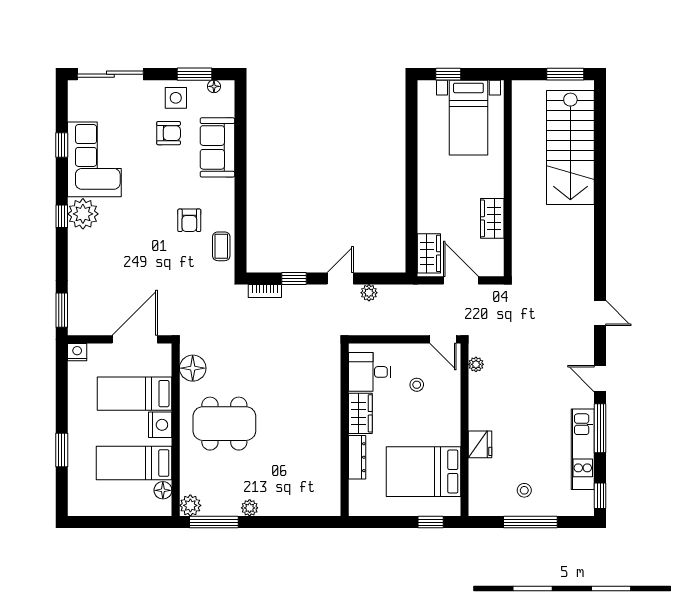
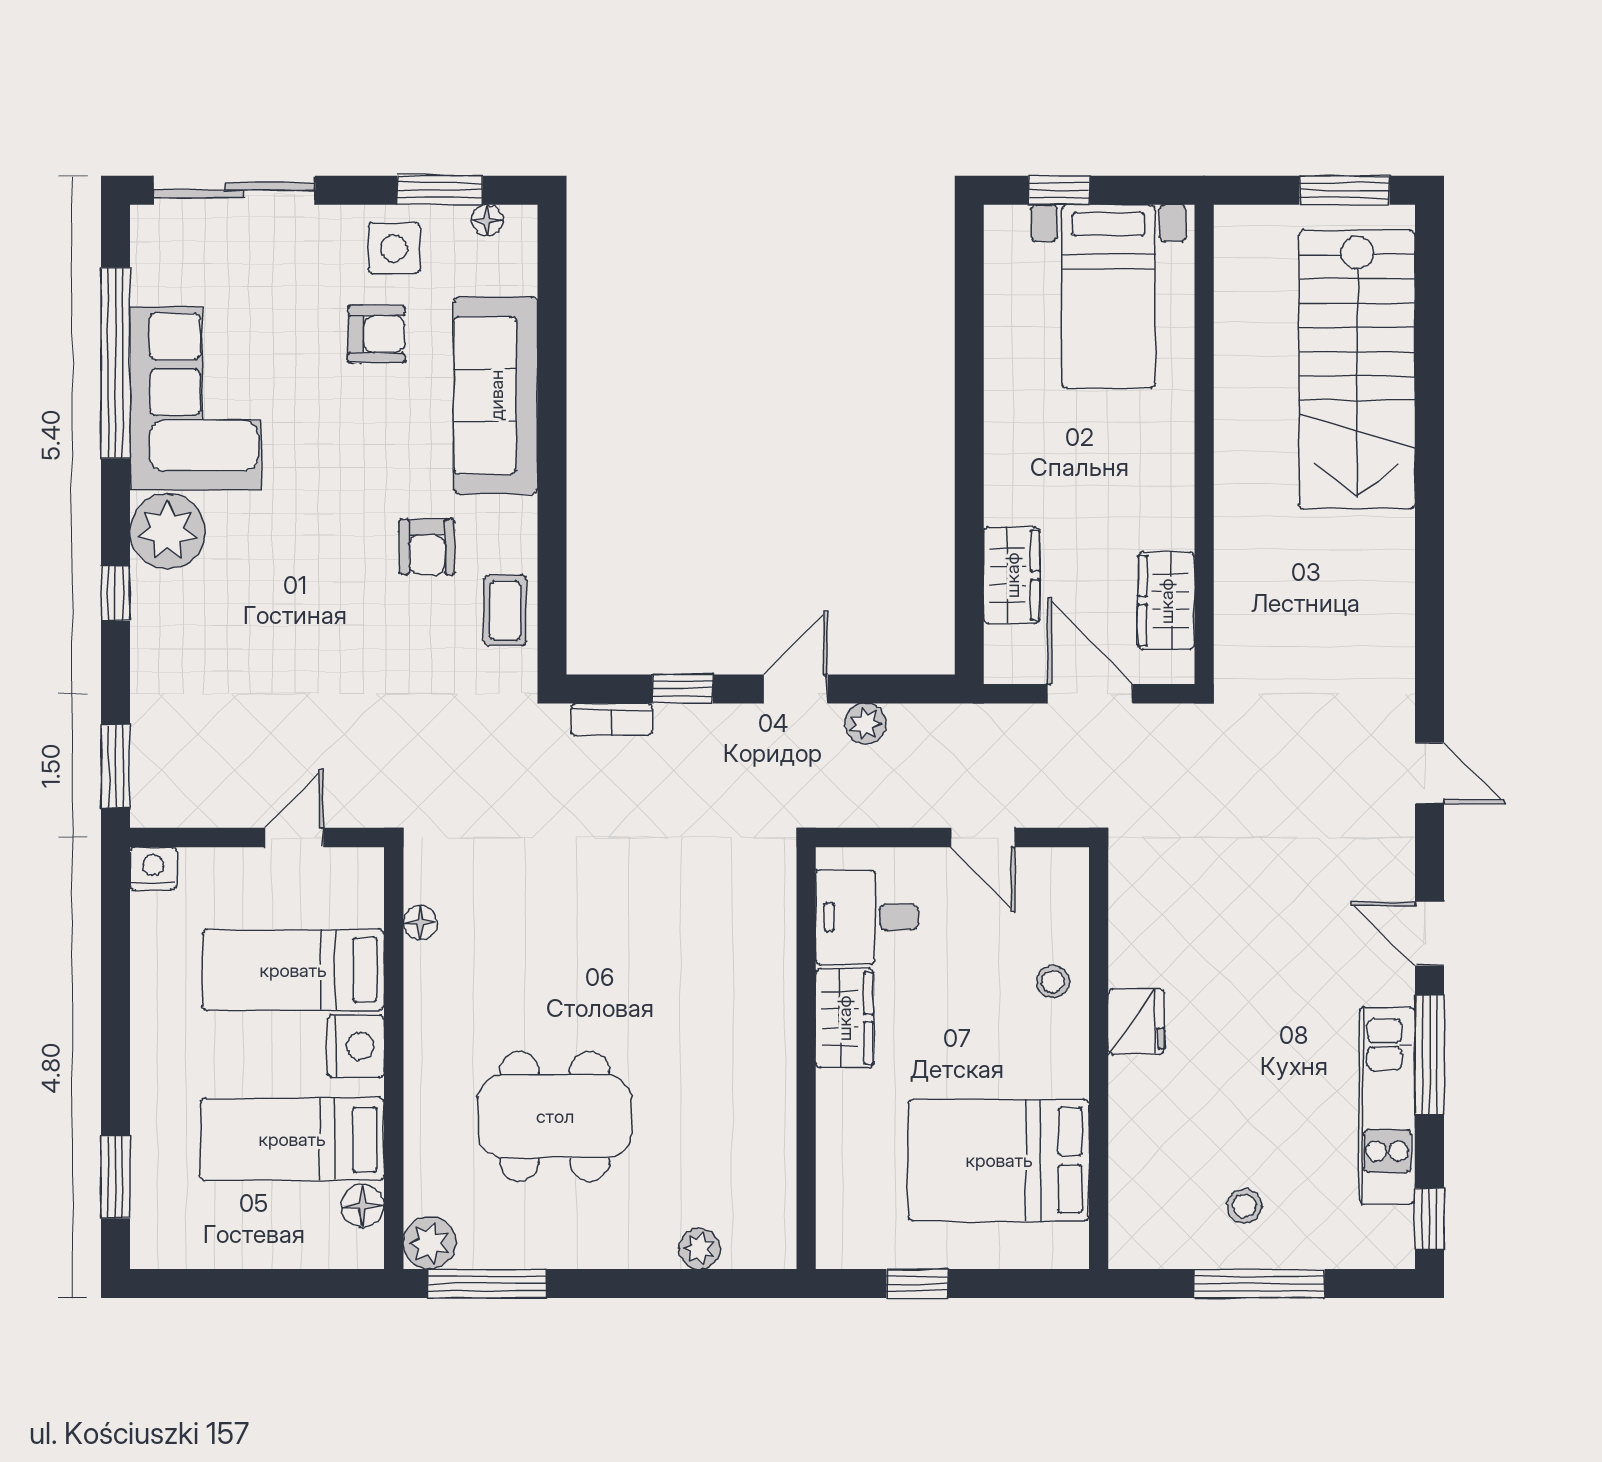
window: (62, 145) -> (116, 363), width x3.17
sofa: (217, 147) -> (496, 395), width x1.36
window: (62, 216) -> (116, 593), moved
wardrobe: (492, 218) -> (1166, 601), moved
wardrobe: (429, 253) -> (1012, 575), moved
door: (135, 339) -> (294, 838), width x0.53
door: (443, 339) -> (983, 838), moved
plant: (476, 364) -> (1127, 899), removed
floor lamp: (193, 368) -> (420, 923), width x0.53, depth x0.53
stool: (417, 385) -> (1053, 982), moved
dining table: (224, 424) -> (555, 1116), moved
fridge: (480, 444) -> (1136, 1021), moved
window: (62, 450) -> (116, 1177), moved
dresser: (357, 457) -> (837, 1125), removed
plant: (250, 508) -> (699, 1249), moved
window: (431, 522) -> (917, 1284), moved

